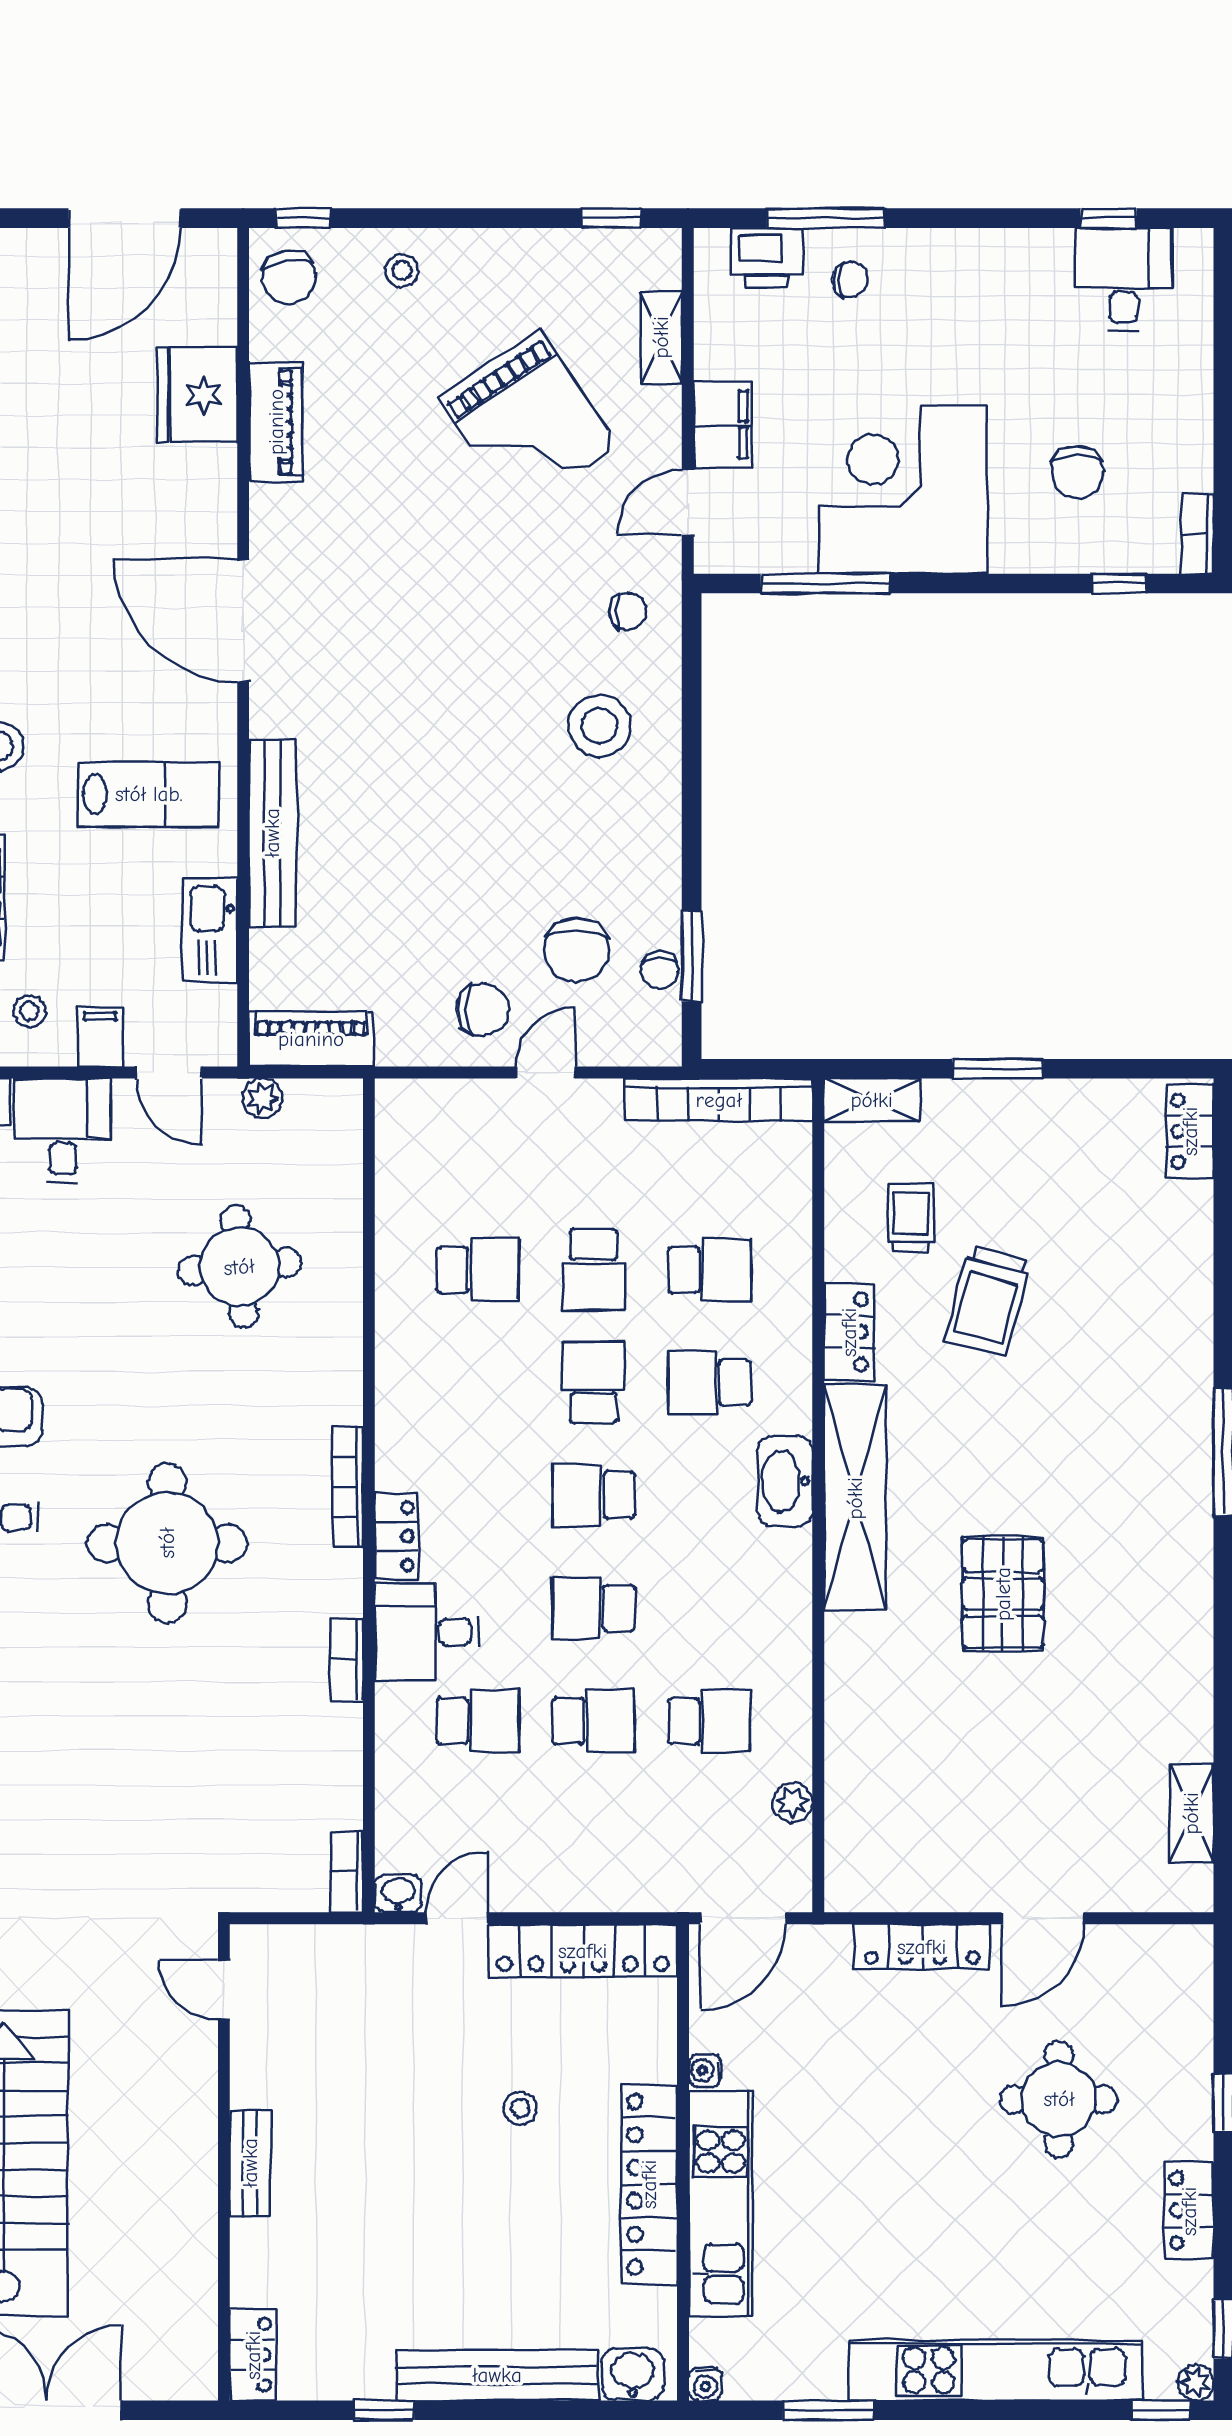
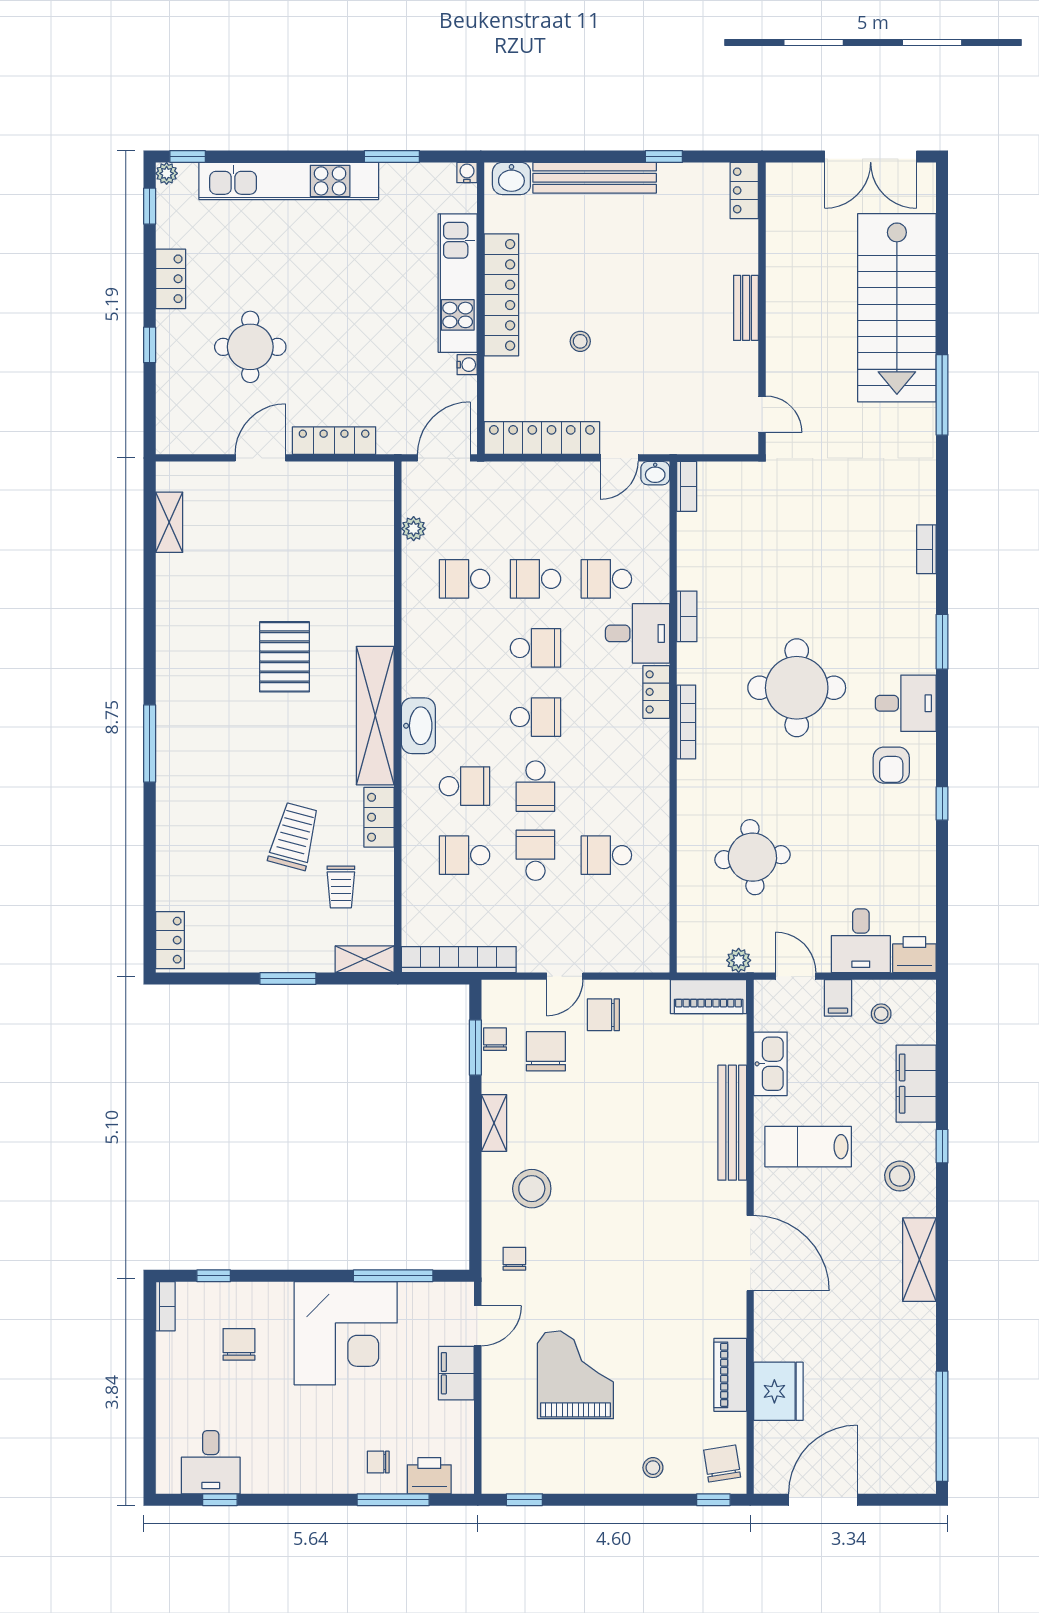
shelving: (661, 337) -> (494, 1123), moved
grand piano: (528, 422) -> (575, 1375), turned 34
chair: (628, 611) -> (514, 1259), turned 90

